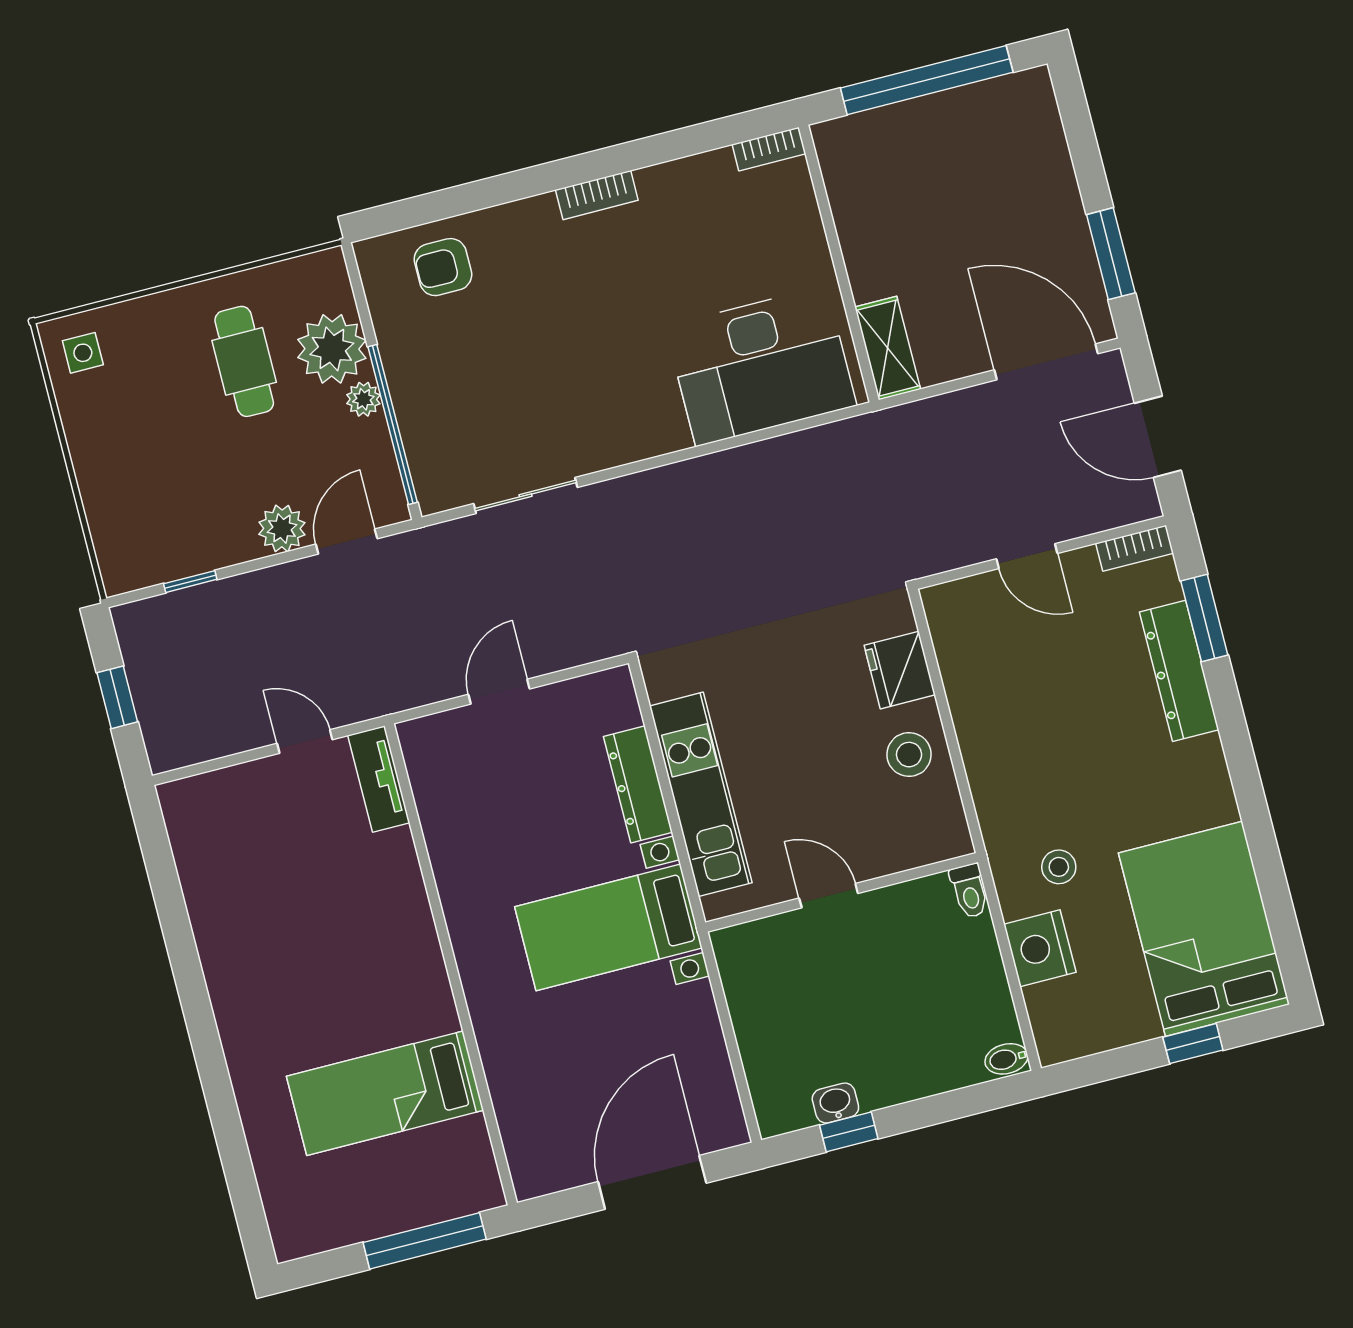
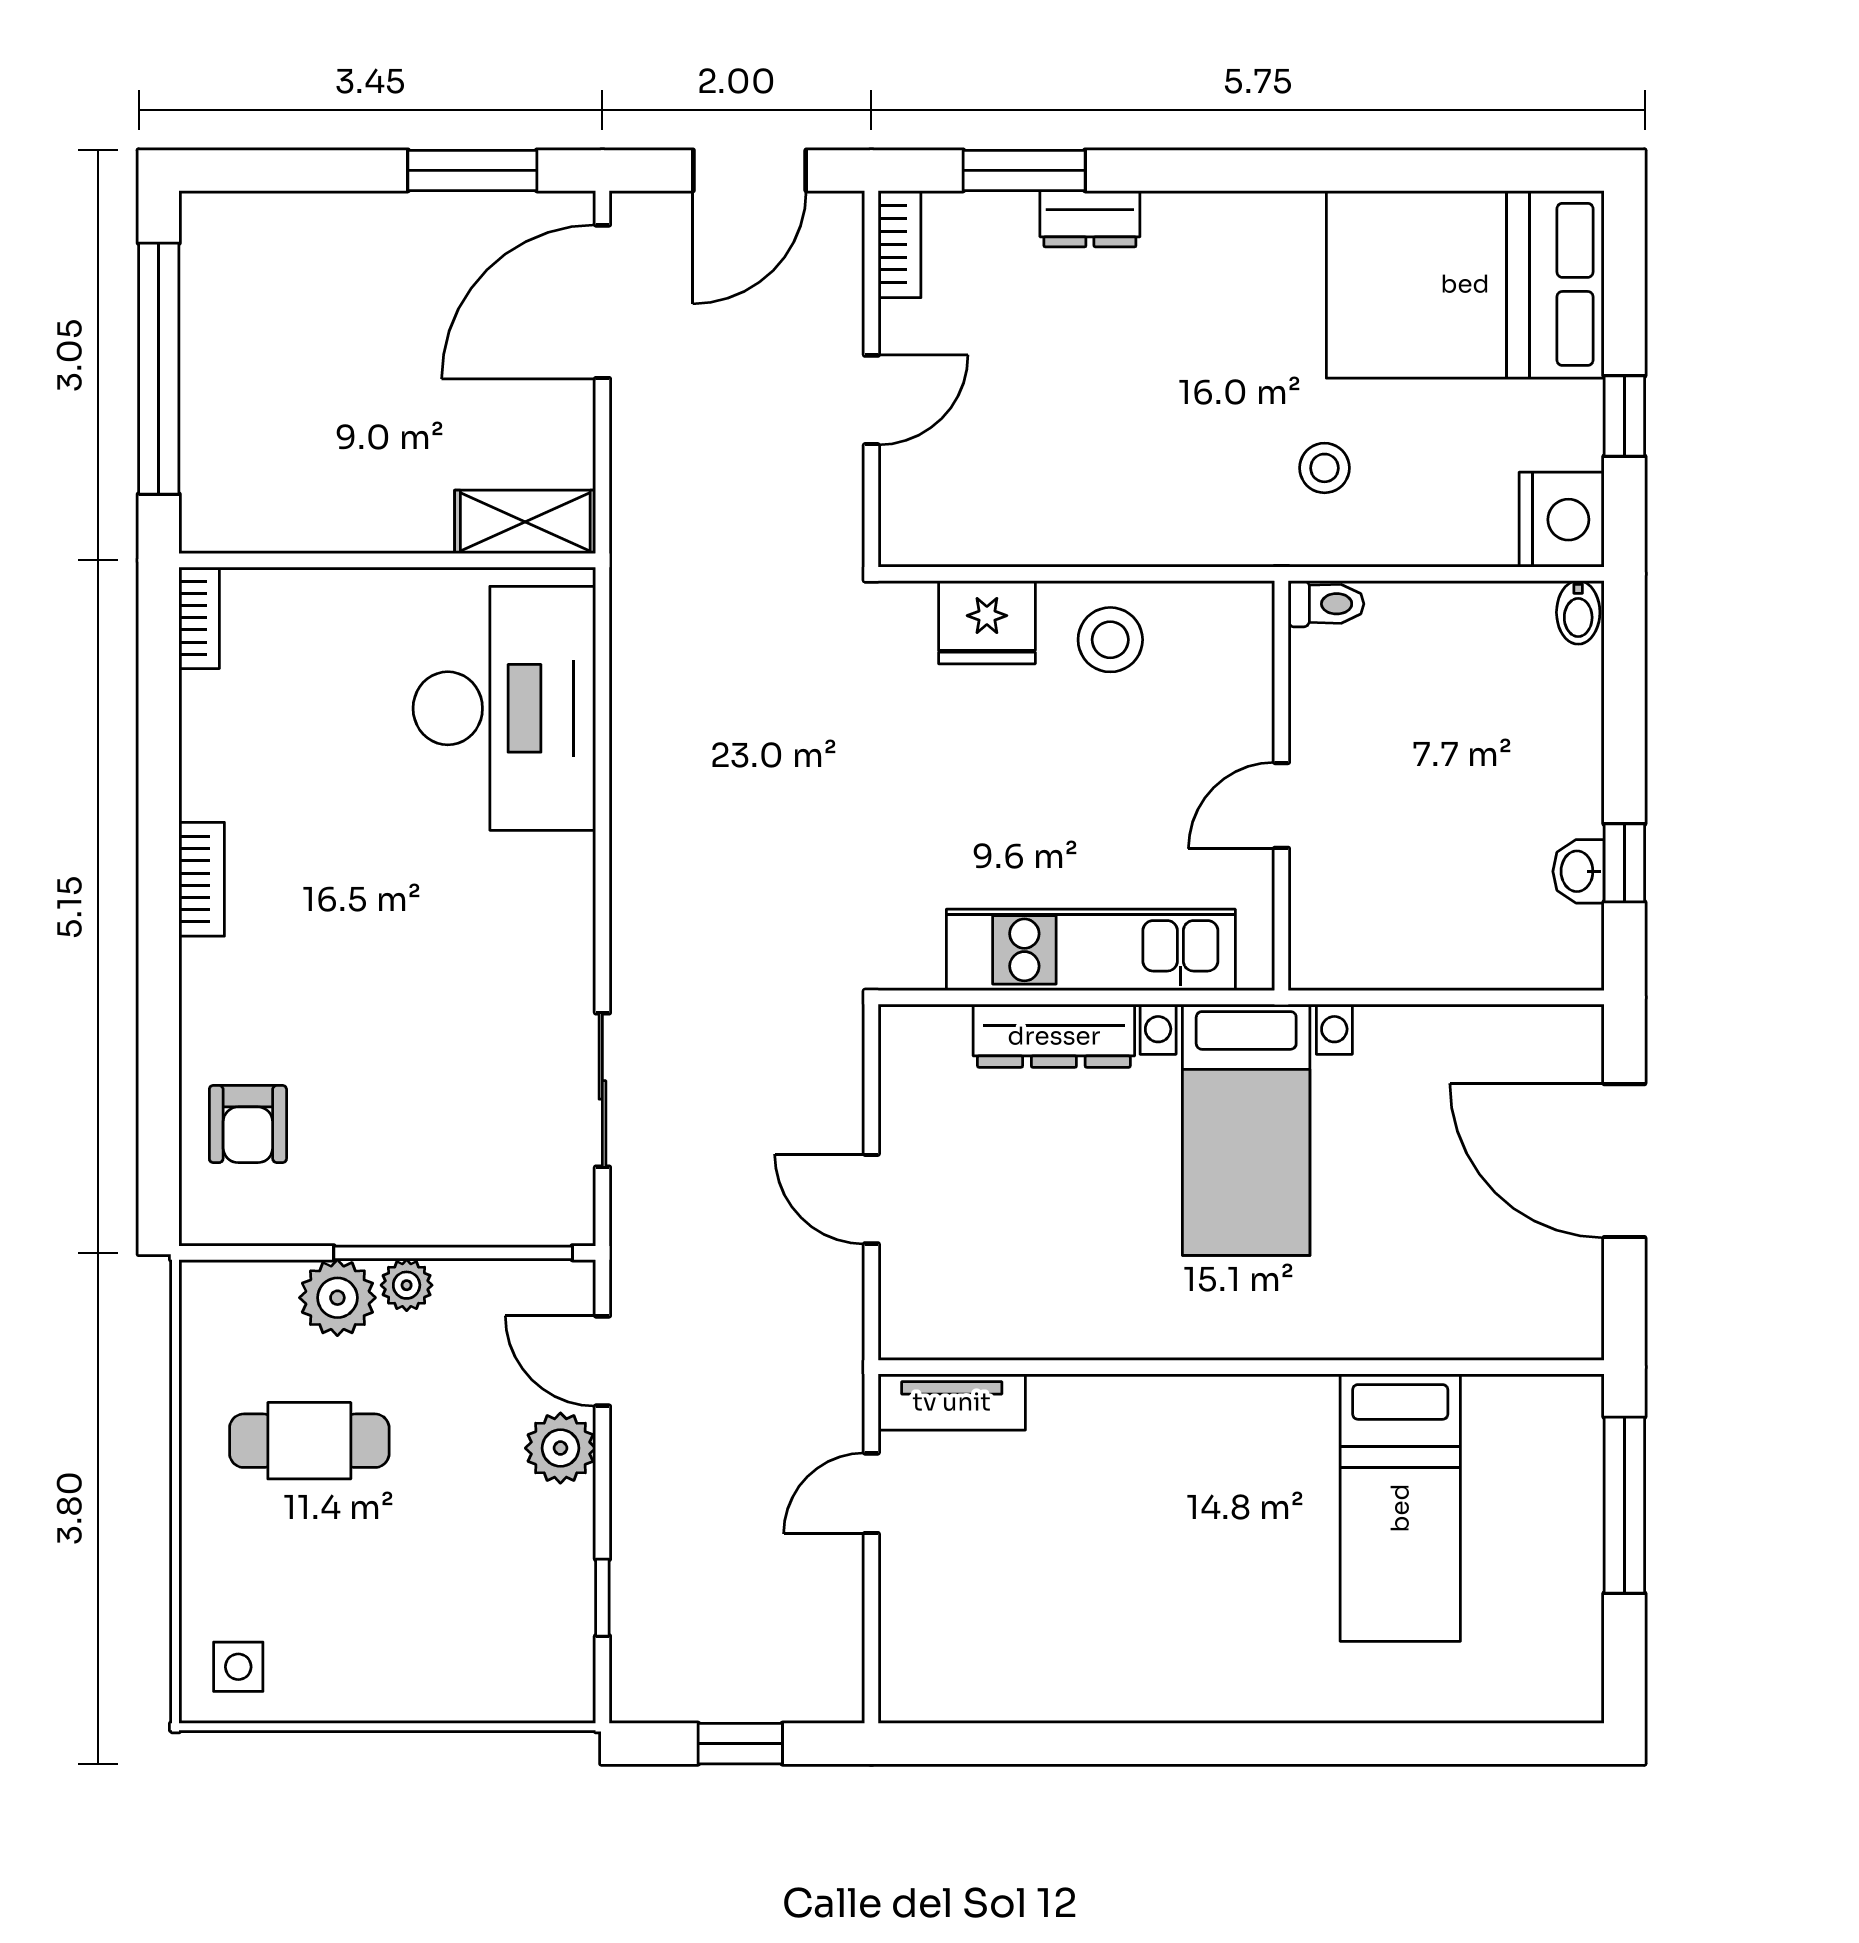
plant: (332, 349) -> (337, 1298), width x0.73, depth x0.73
dresser: (1179, 671) -> (1090, 219), width x0.51, depth x0.80
nightstand: (1040, 948) -> (1562, 520), moved, turned -90
window: (1193, 1044) -> (1624, 416), moved

